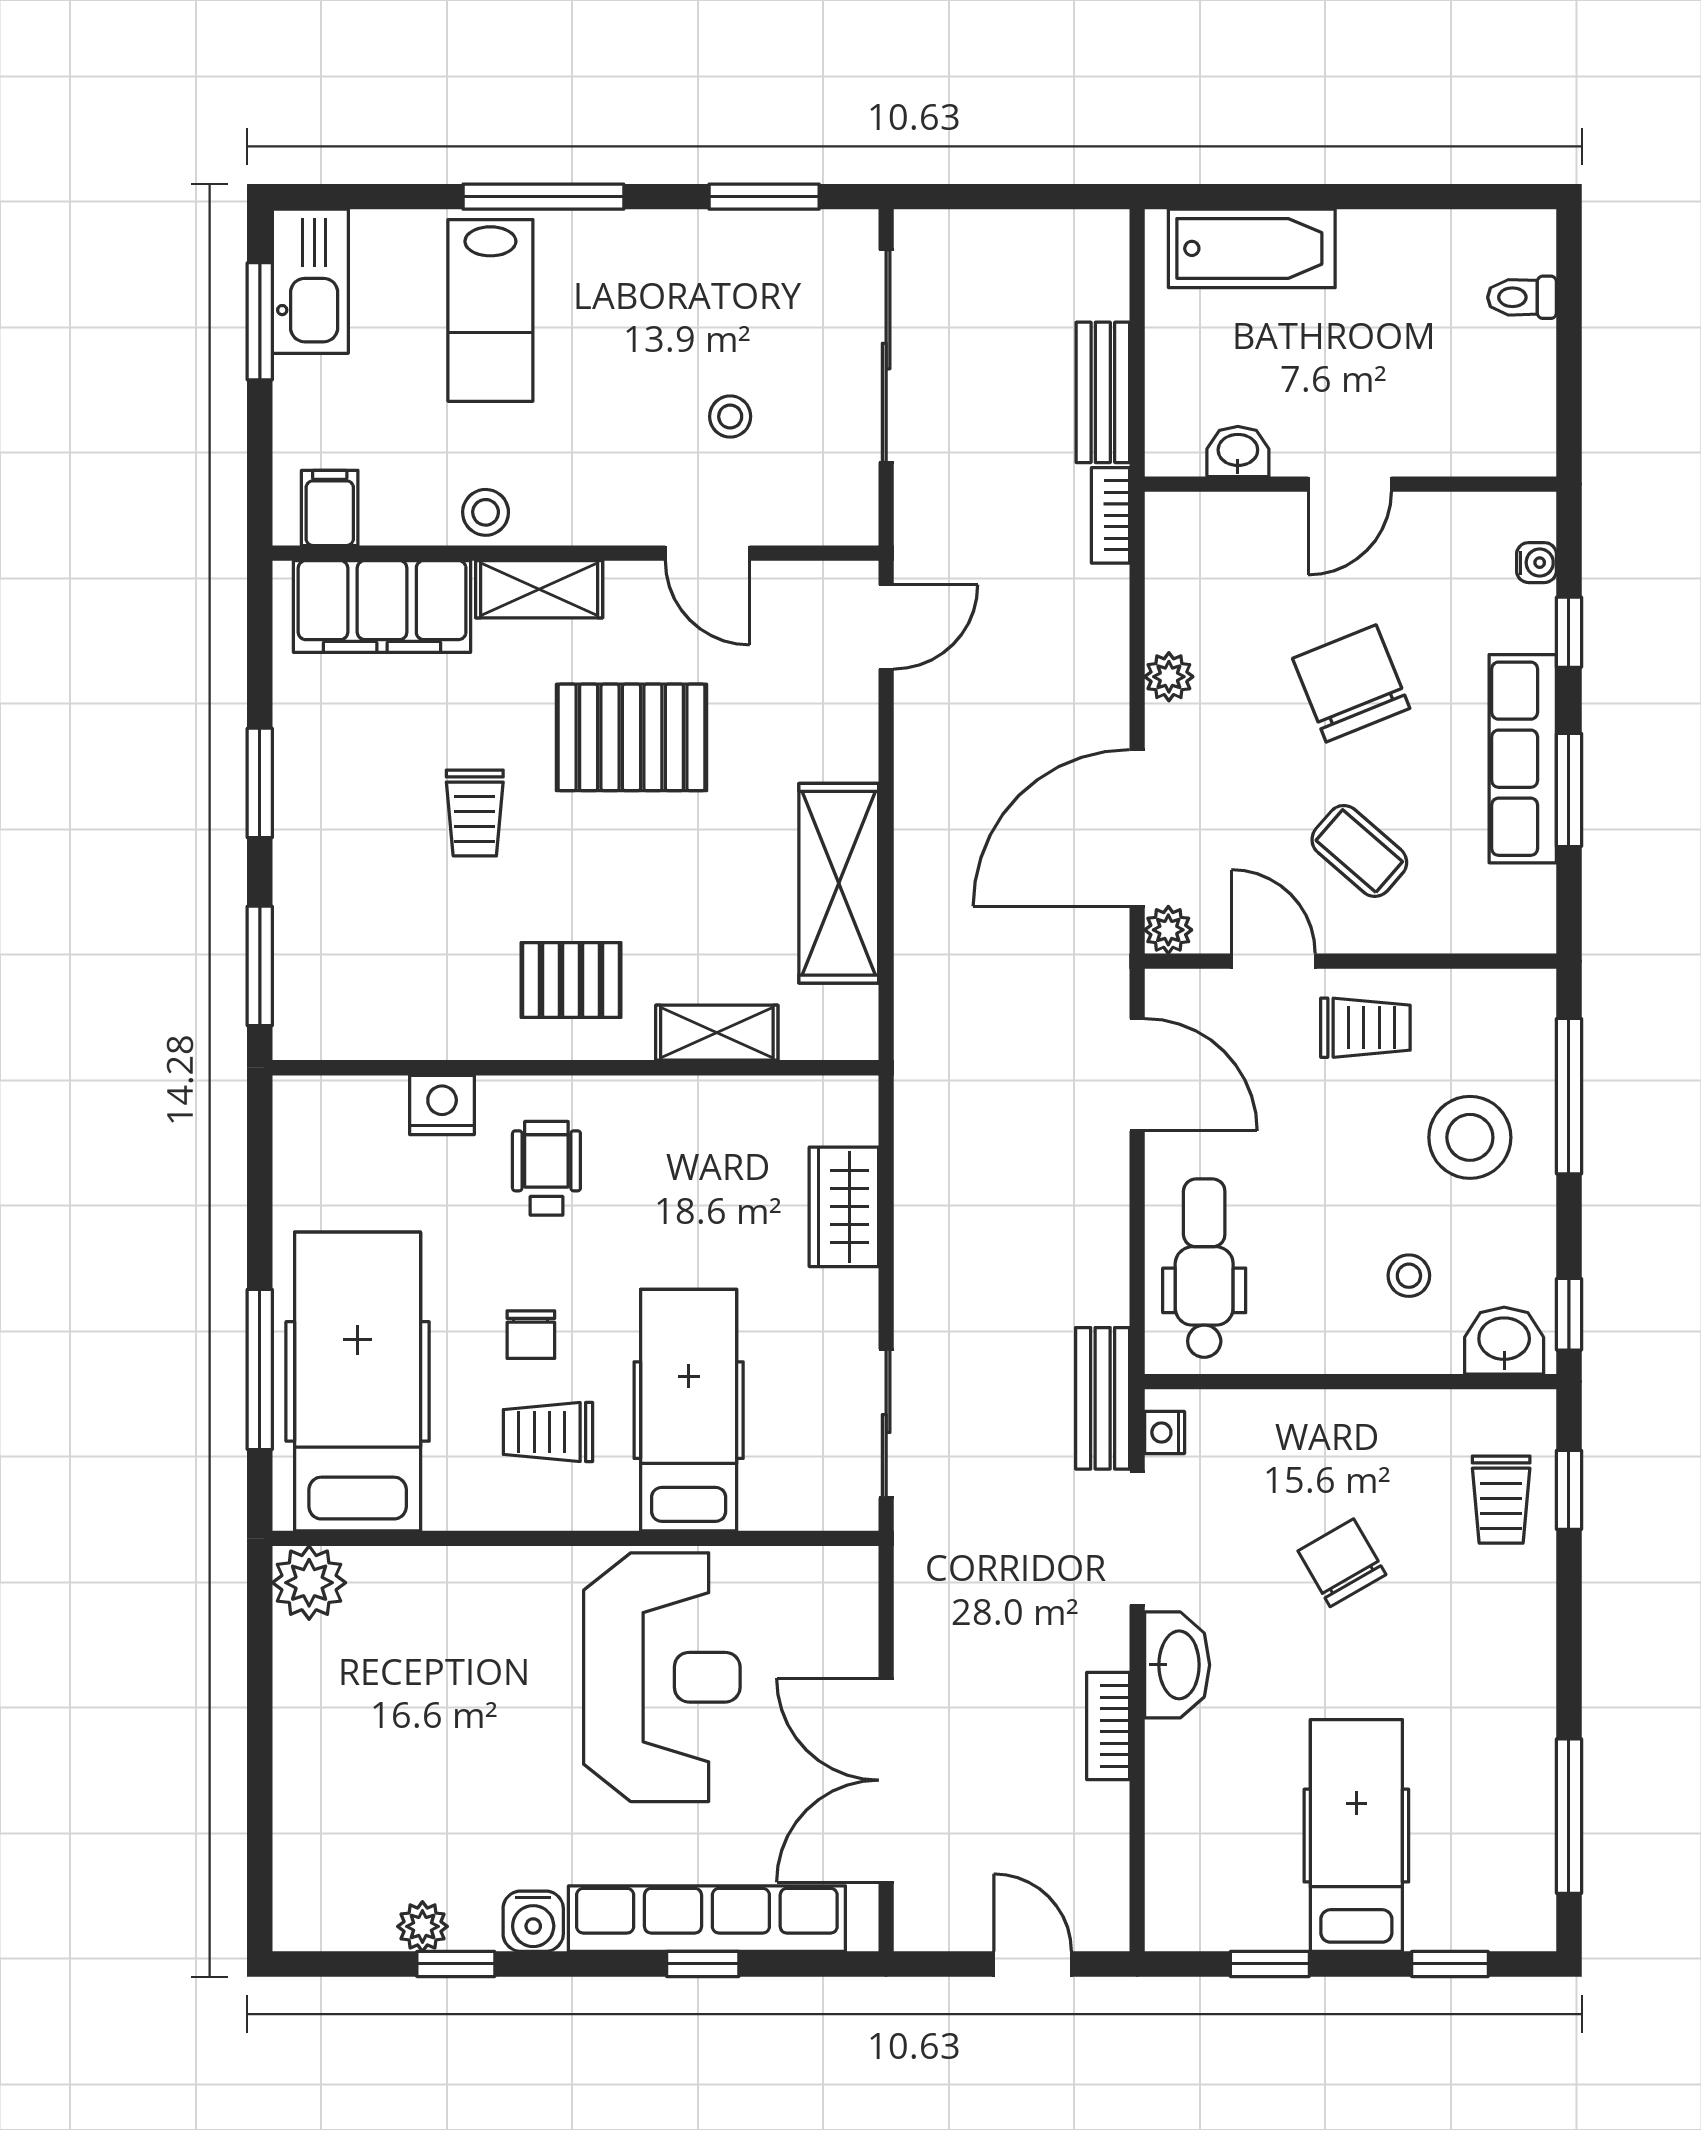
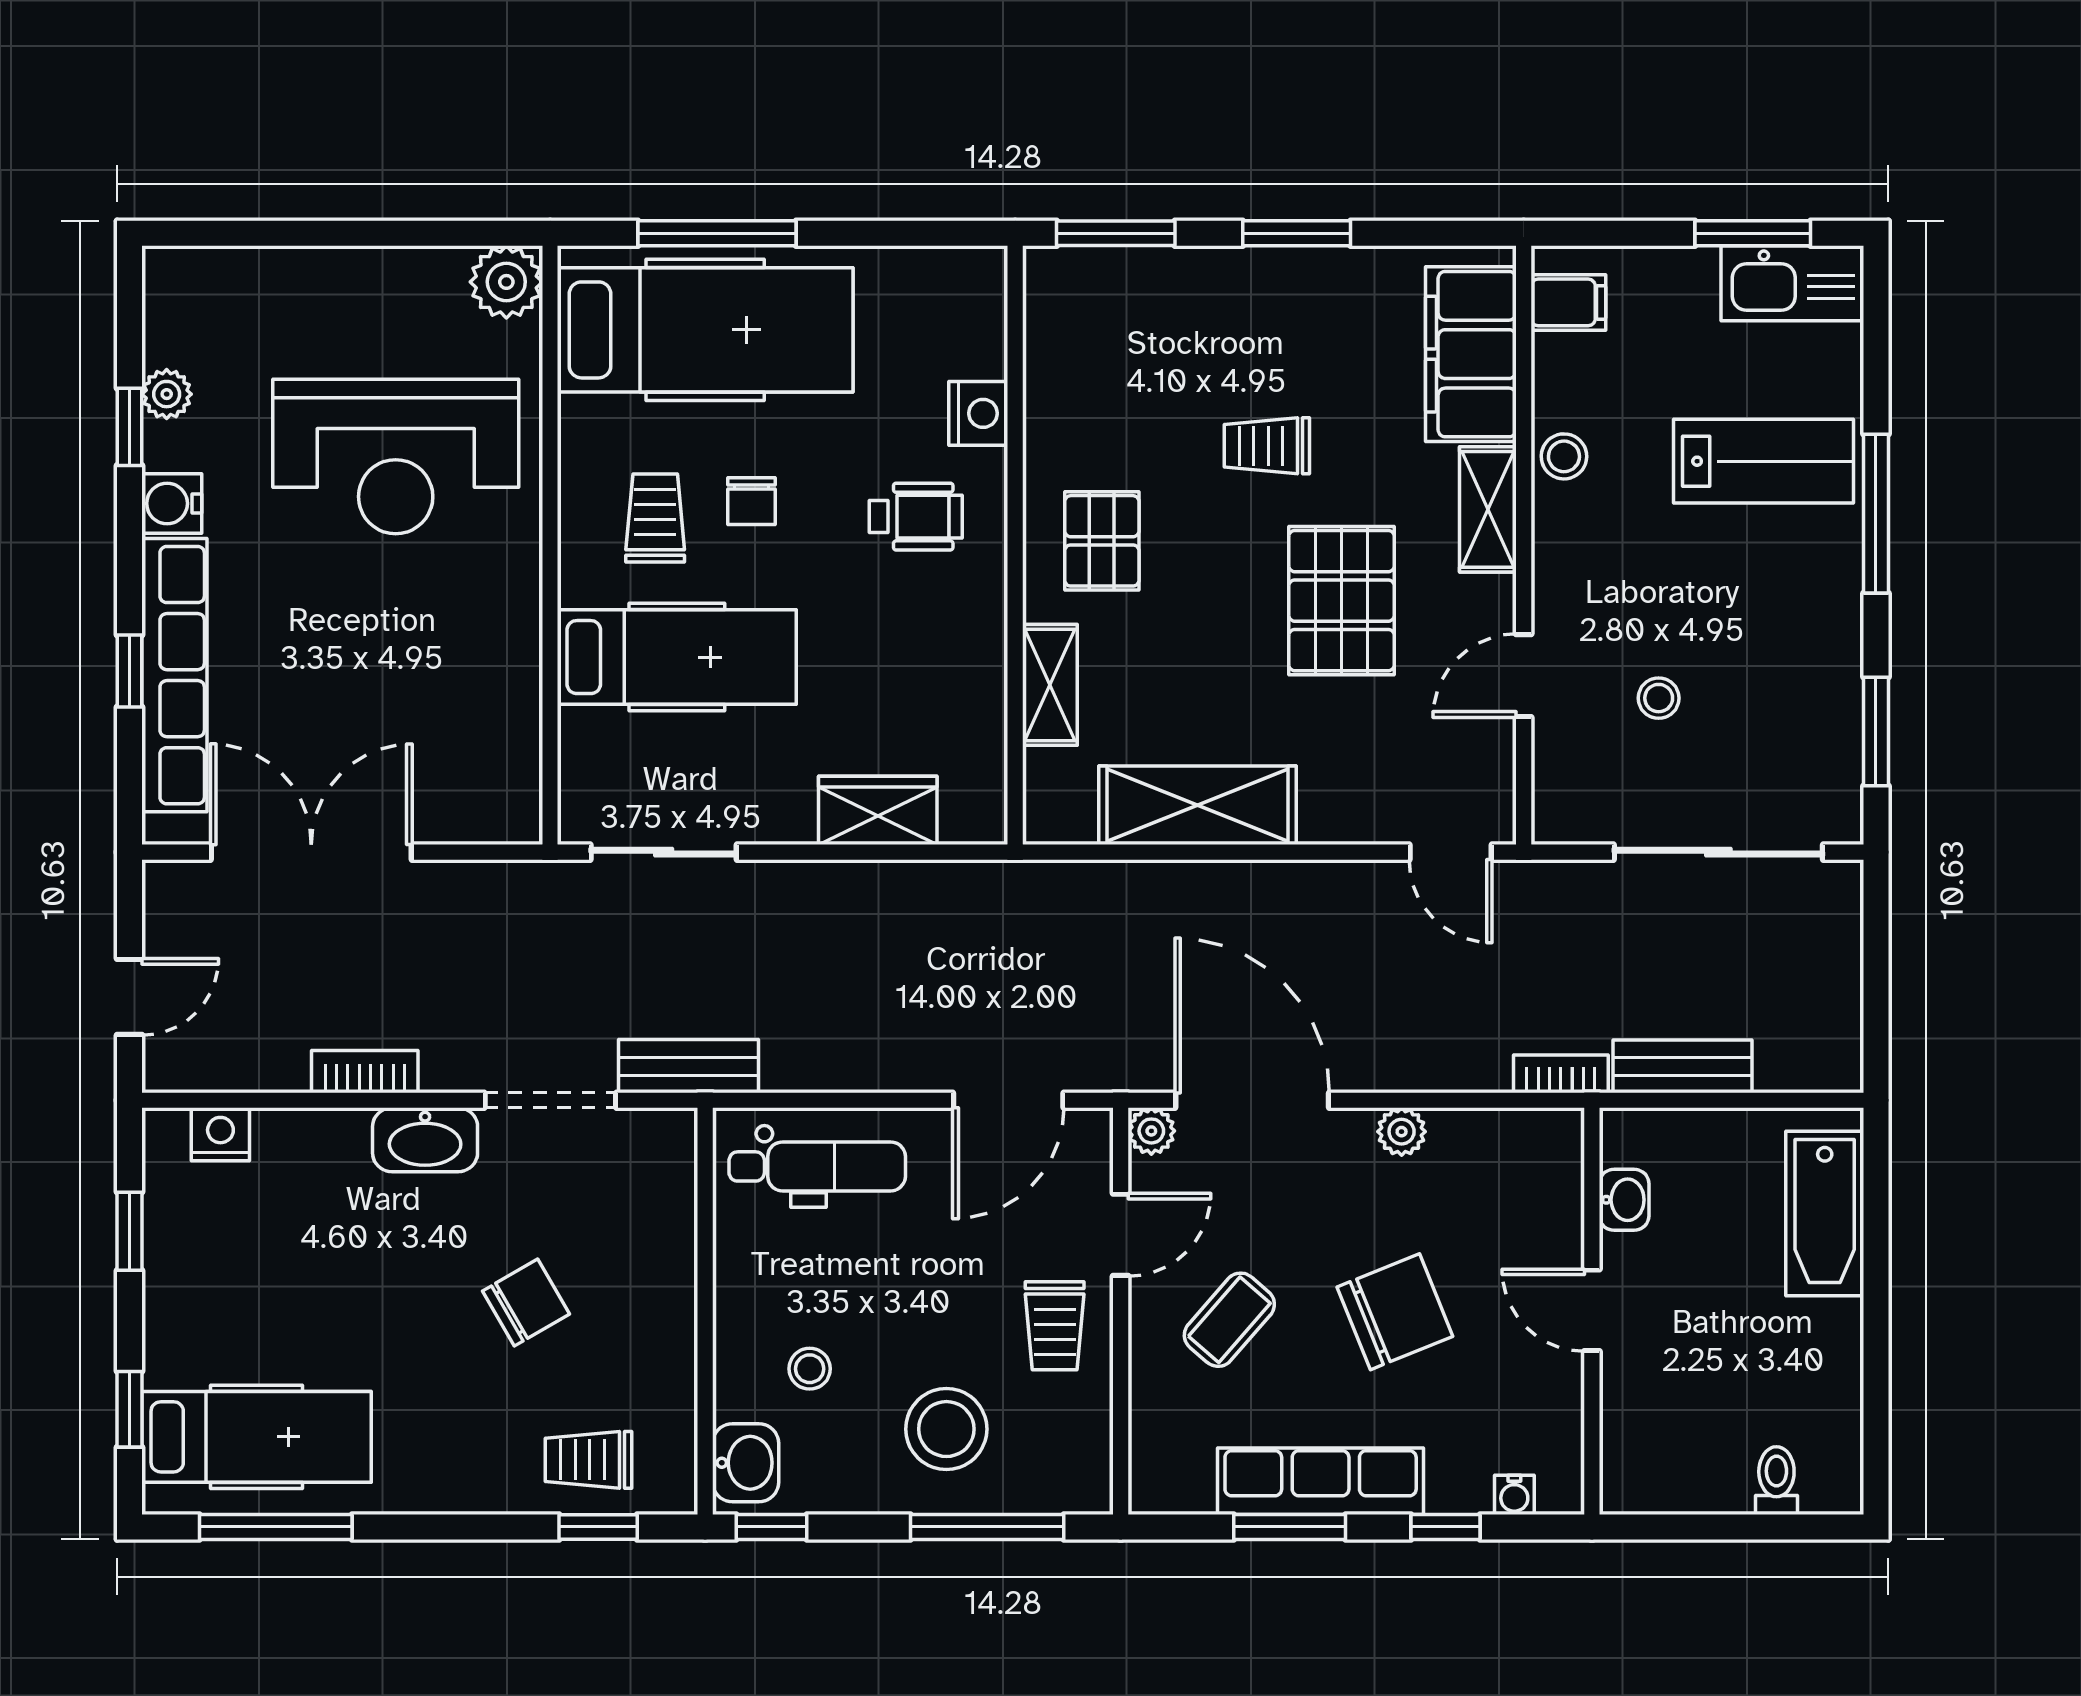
lab bench: (490, 310) -> (1763, 461), turned 180
chair: (531, 1335) -> (751, 501), turned -90
nightstand: (1165, 1433) -> (220, 1134), moved, width x1.39, depth x1.35
reception desk: (662, 1677) -> (396, 457), moved
hospital bed: (1356, 1836) -> (257, 1437), moved

